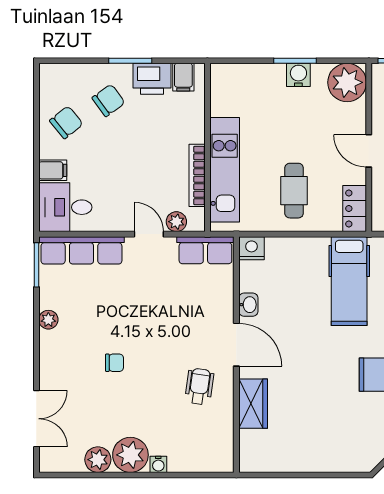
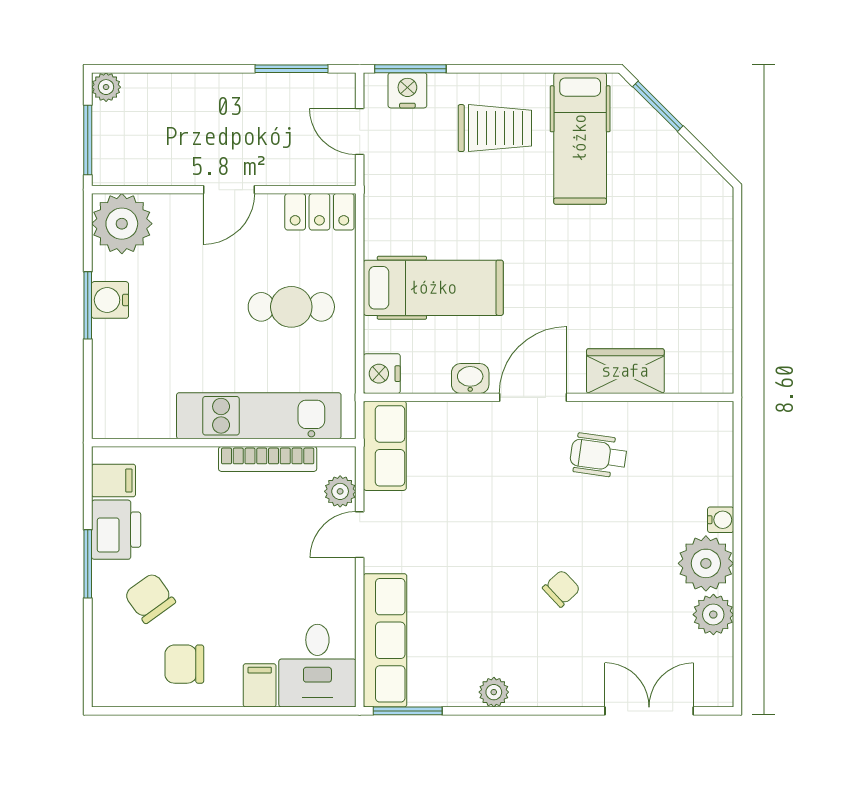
chair: (66, 122) -> (184, 664), turned -51
hospital bed: (349, 281) -> (433, 288), moved
chair: (114, 363) -> (561, 589), turned 47

